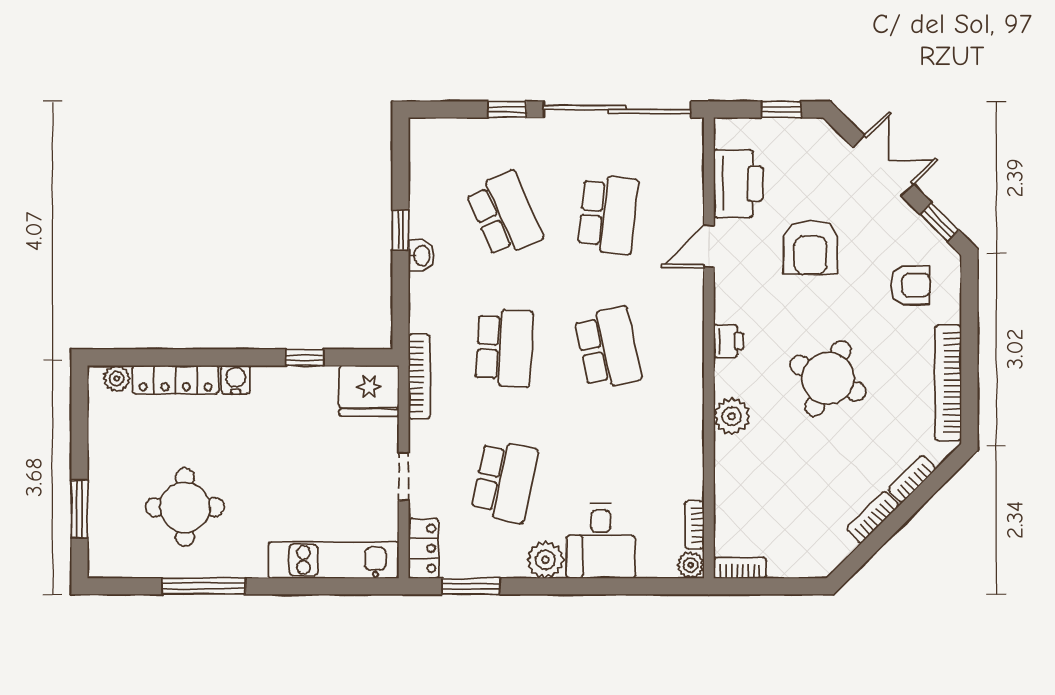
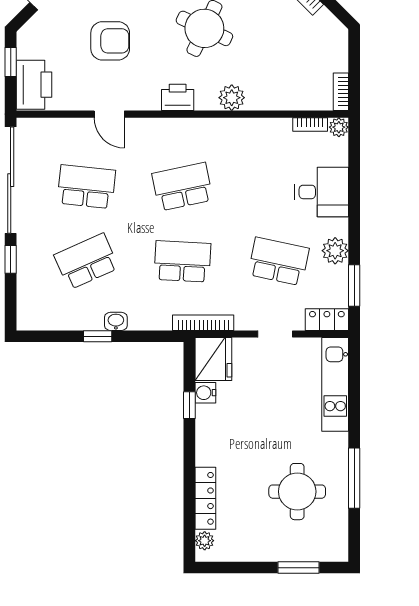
printer: (738, 184) -> (34, 85), moved, turned 90
printer: (728, 341) -> (178, 97), width x1.36, depth x1.24
water cooler: (236, 380) -> (205, 393), moved
plant: (545, 560) -> (335, 251), moved

